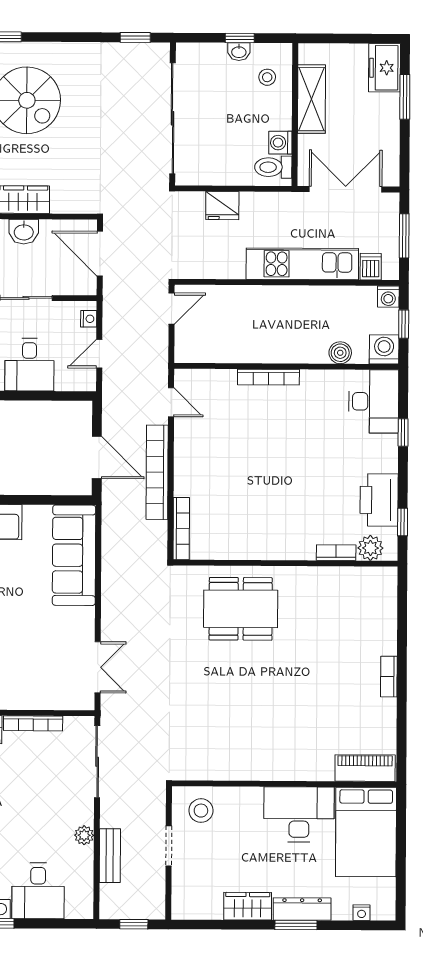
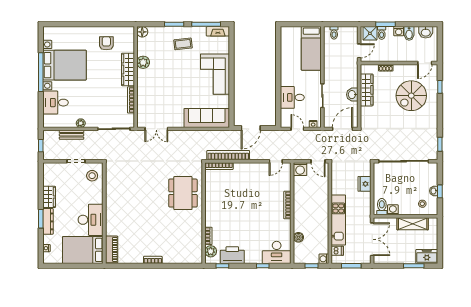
washing machine: (384, 349) -> (300, 169), moved, turned 90
bookcase: (157, 472) -> (228, 155), moved

